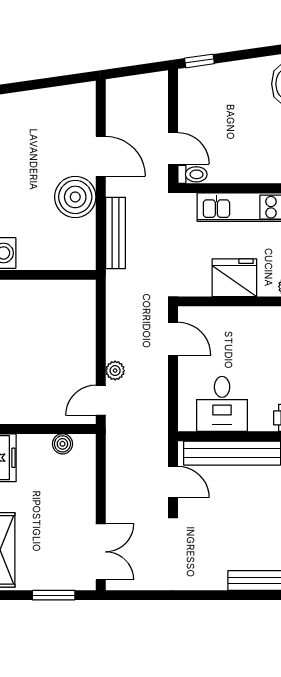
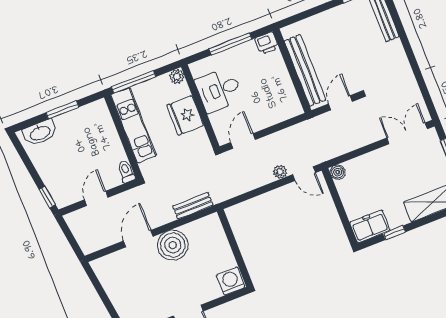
door: (173, 148) -> (96, 198), moved
bench: (116, 233) -> (193, 206), width x0.73
desk: (222, 404) -> (219, 90), moved, turned 180
boiler: (62, 444) -> (338, 172), moved

